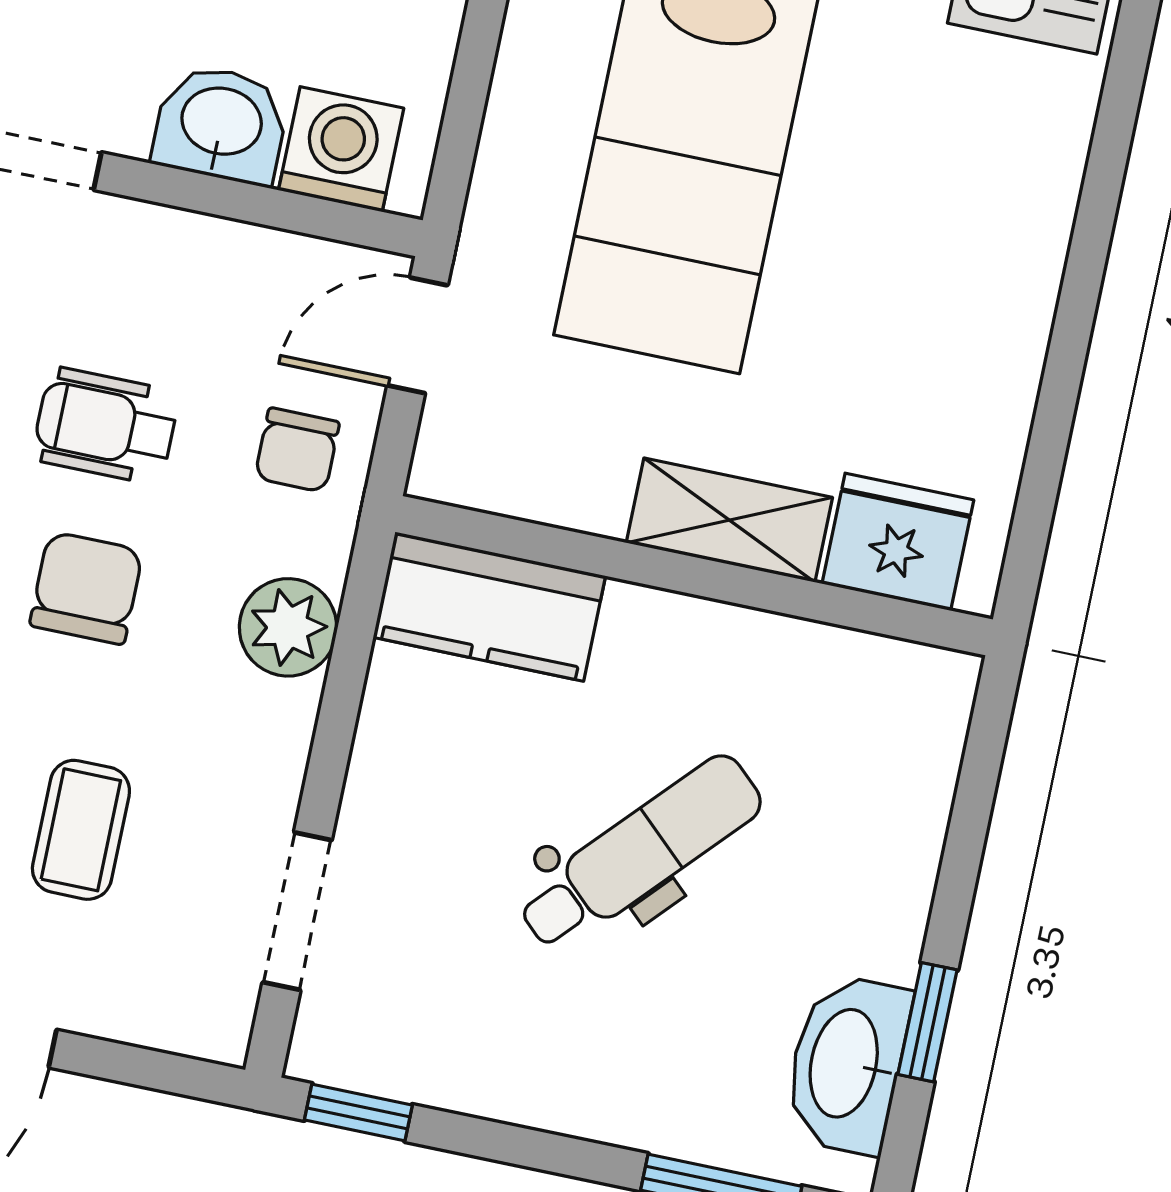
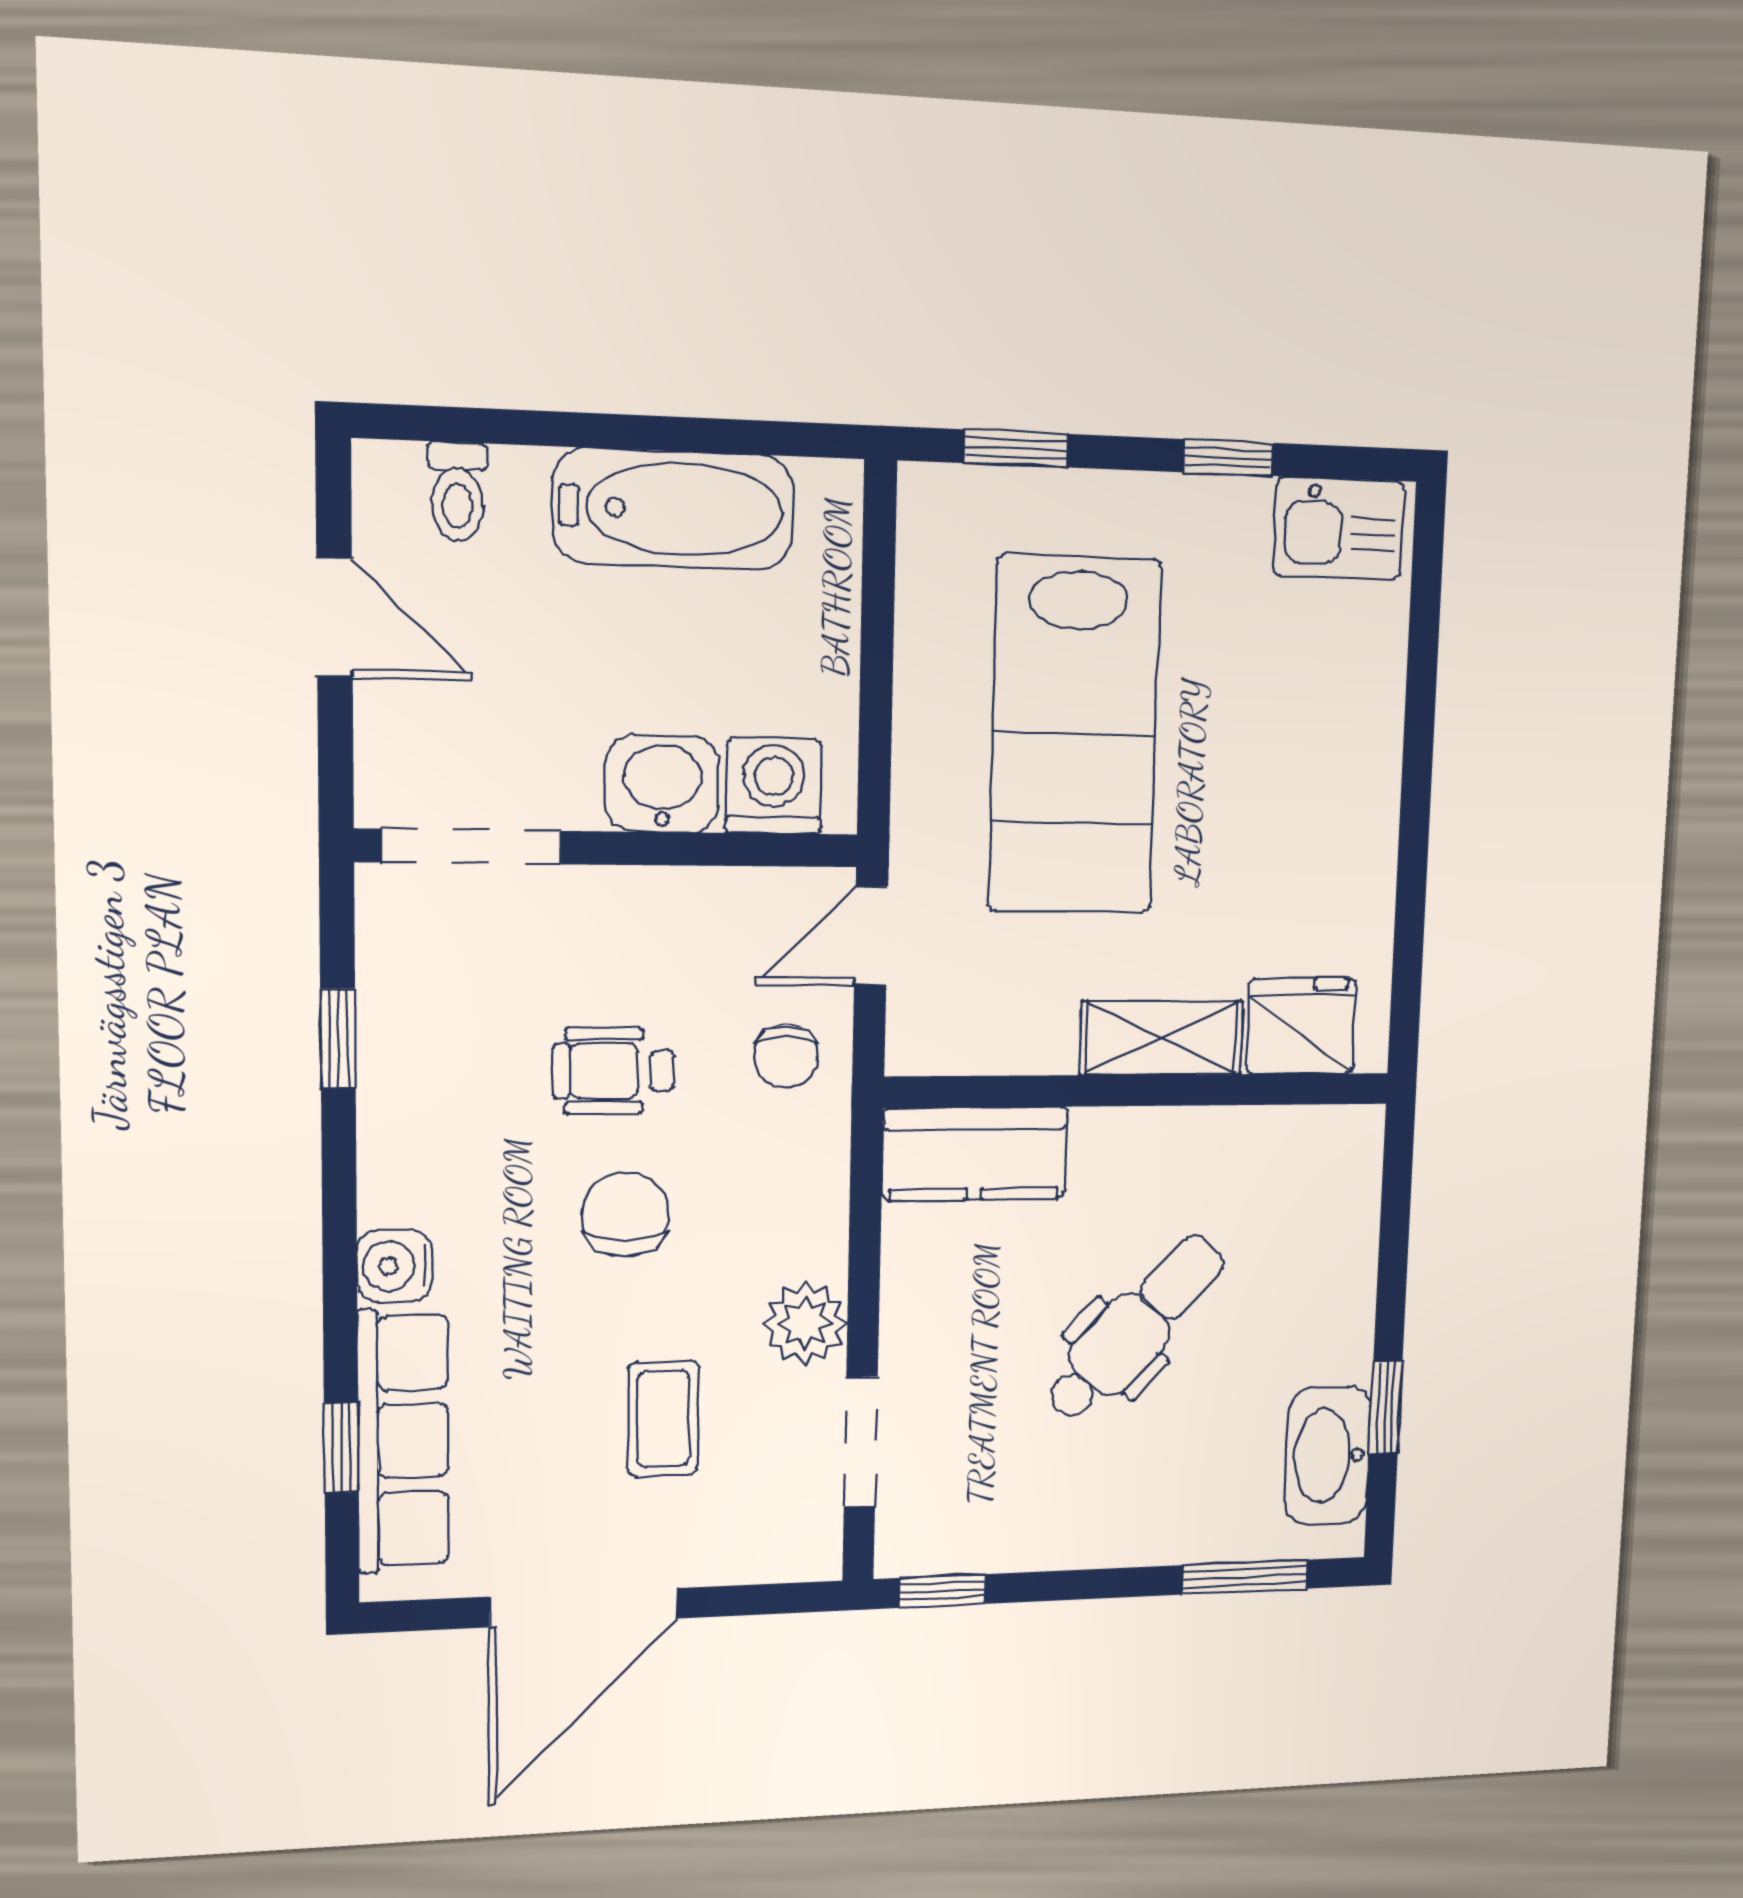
plant: (288, 627) -> (805, 1323), moved

